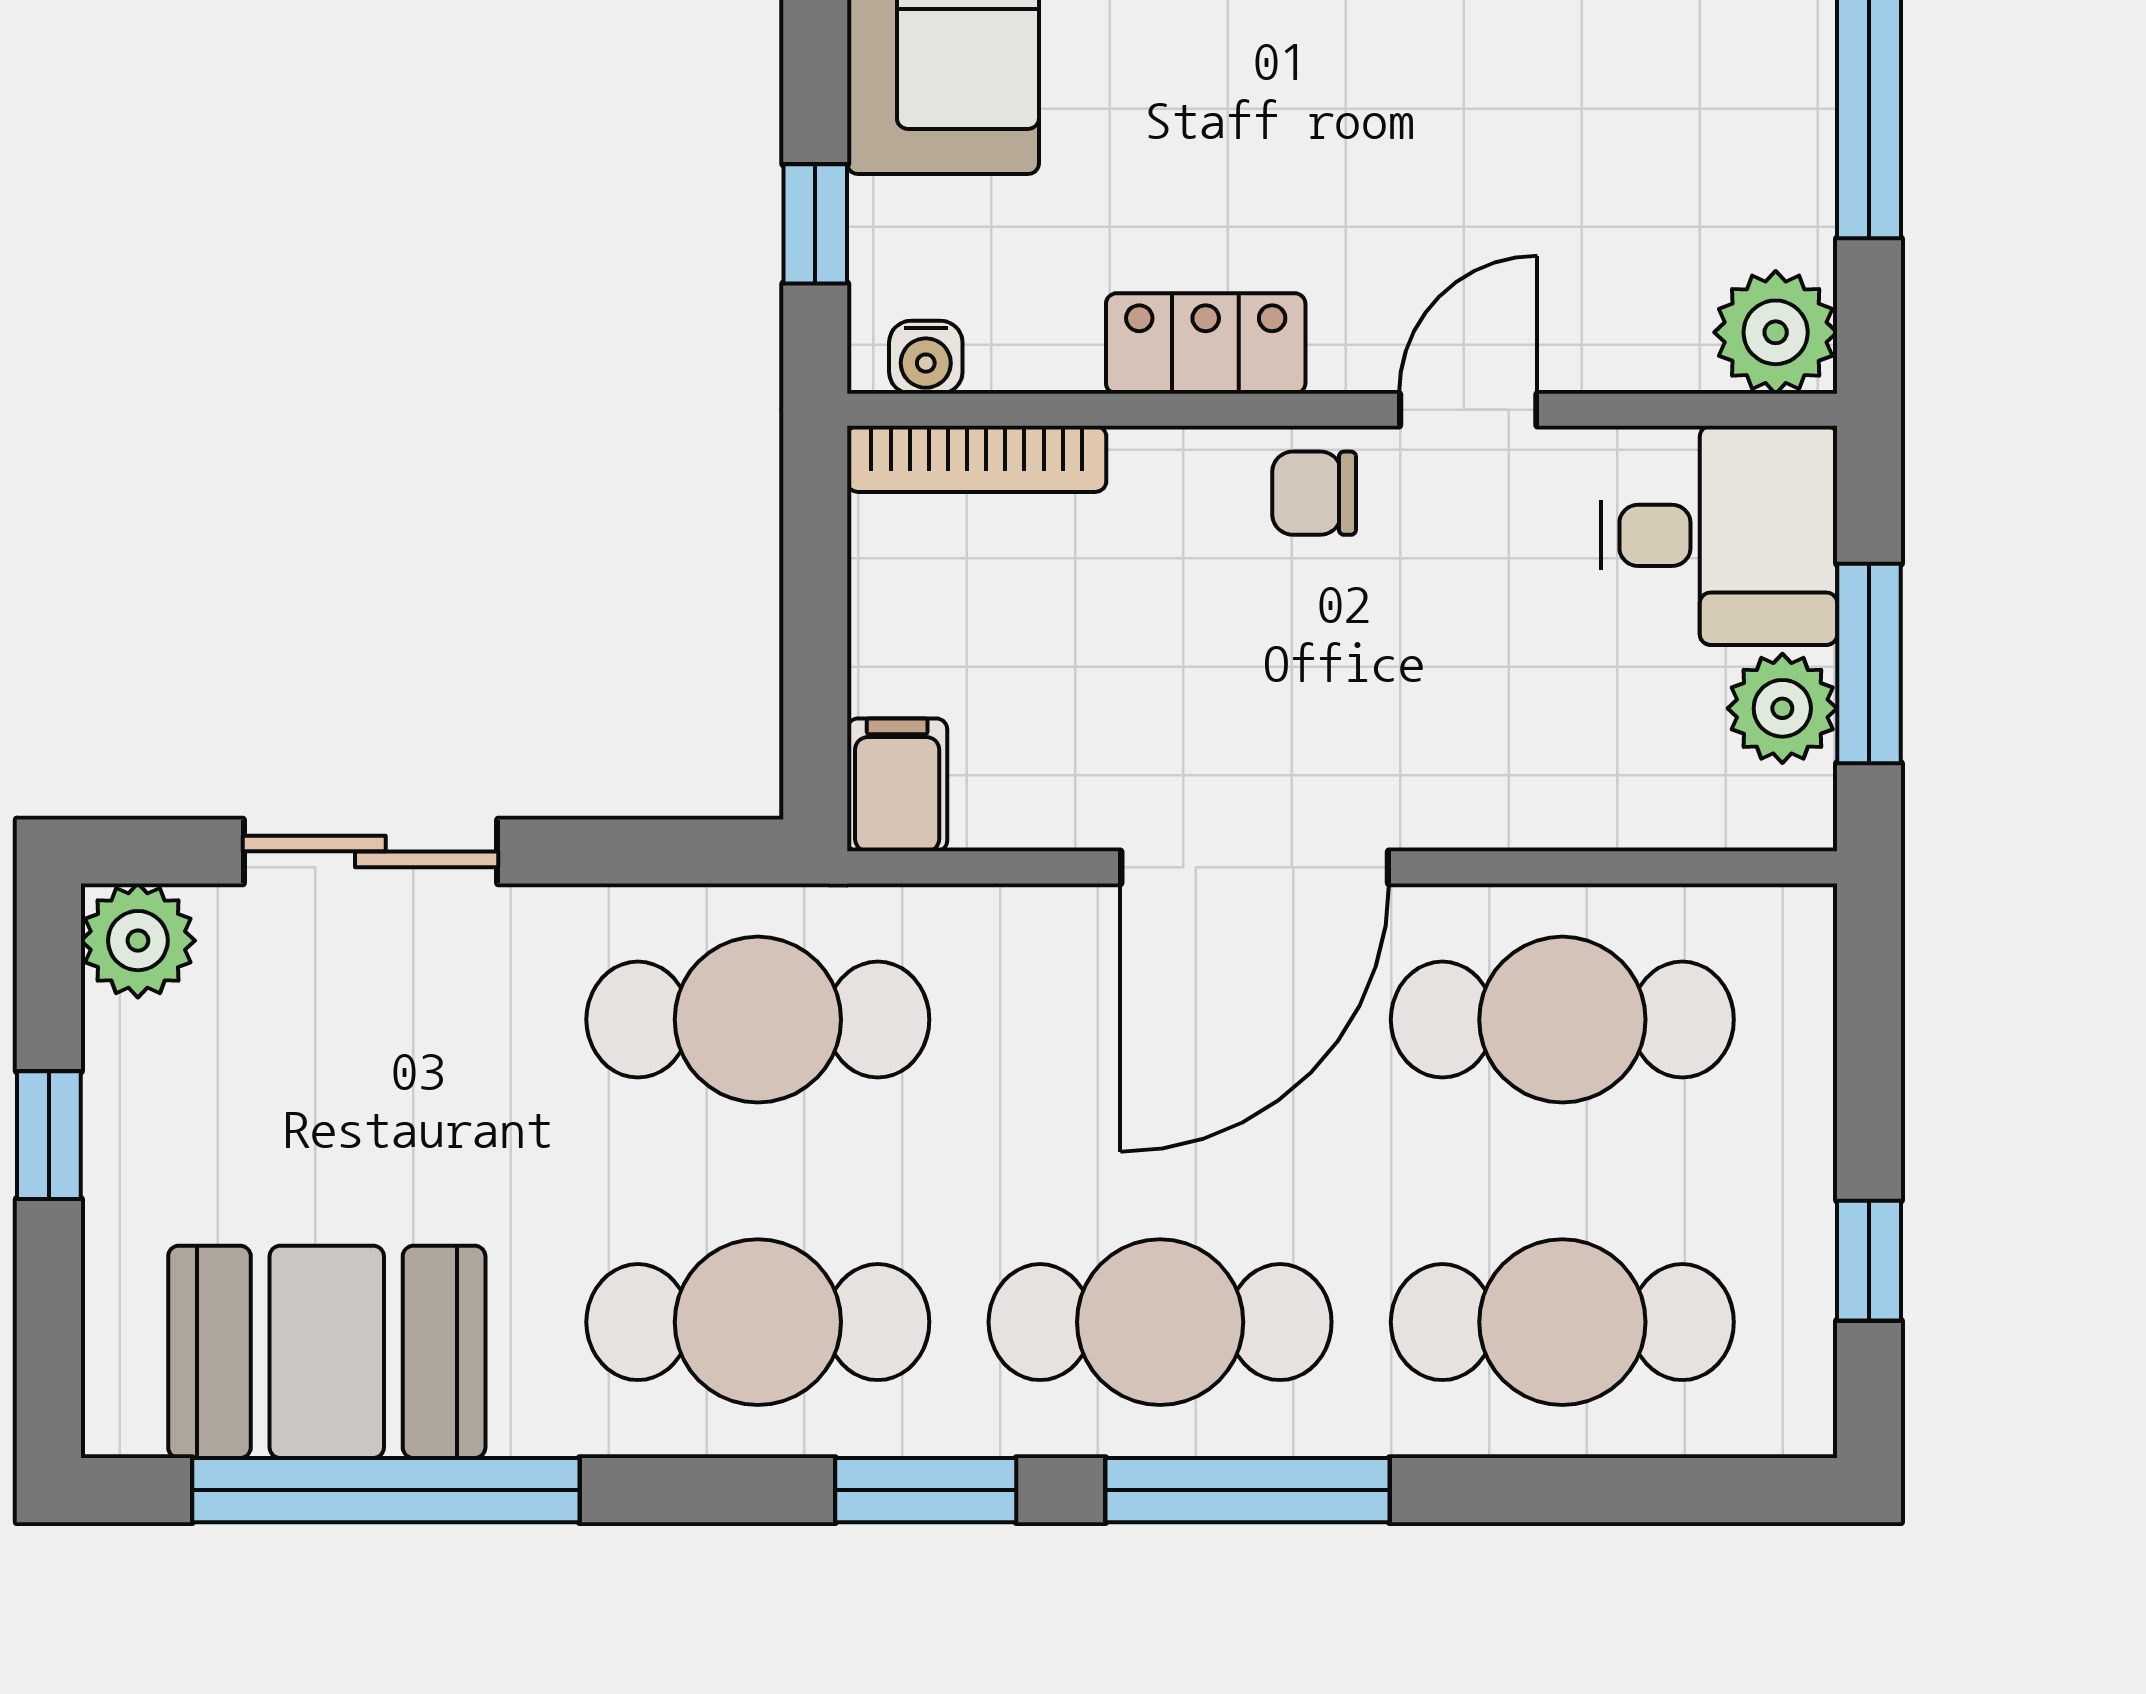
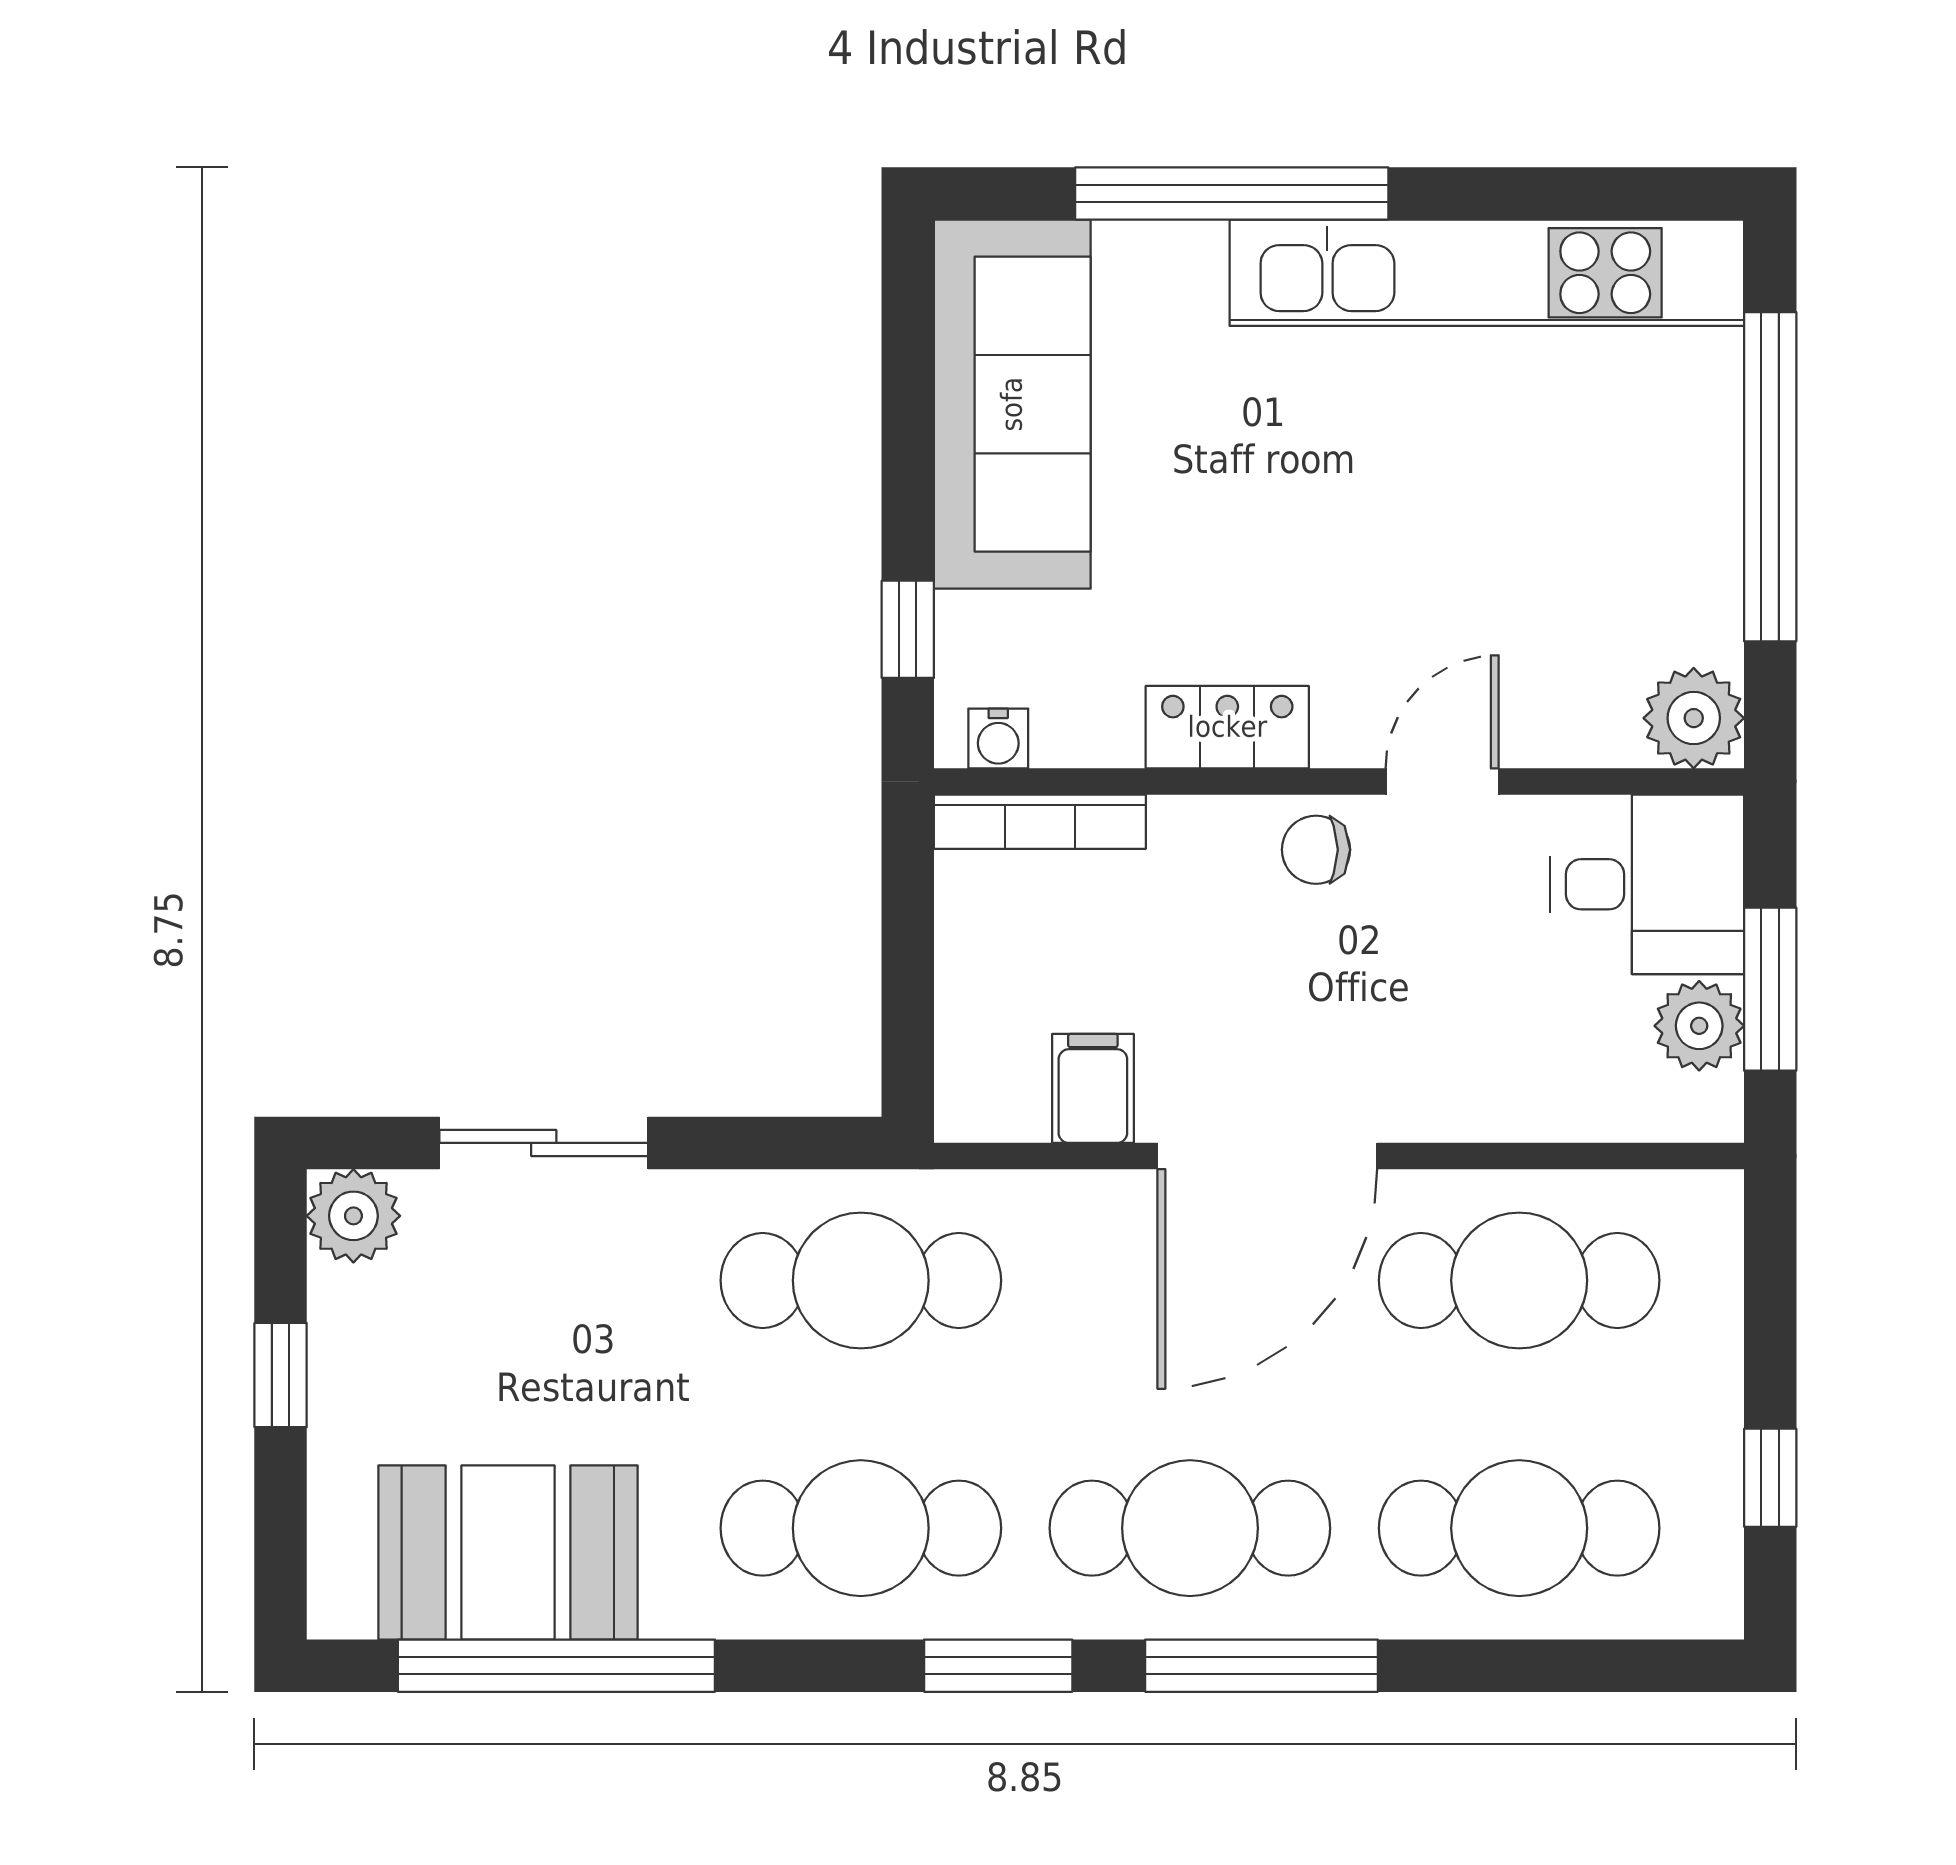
filing cabinet: (897, 785) -> (1093, 1088), moved

